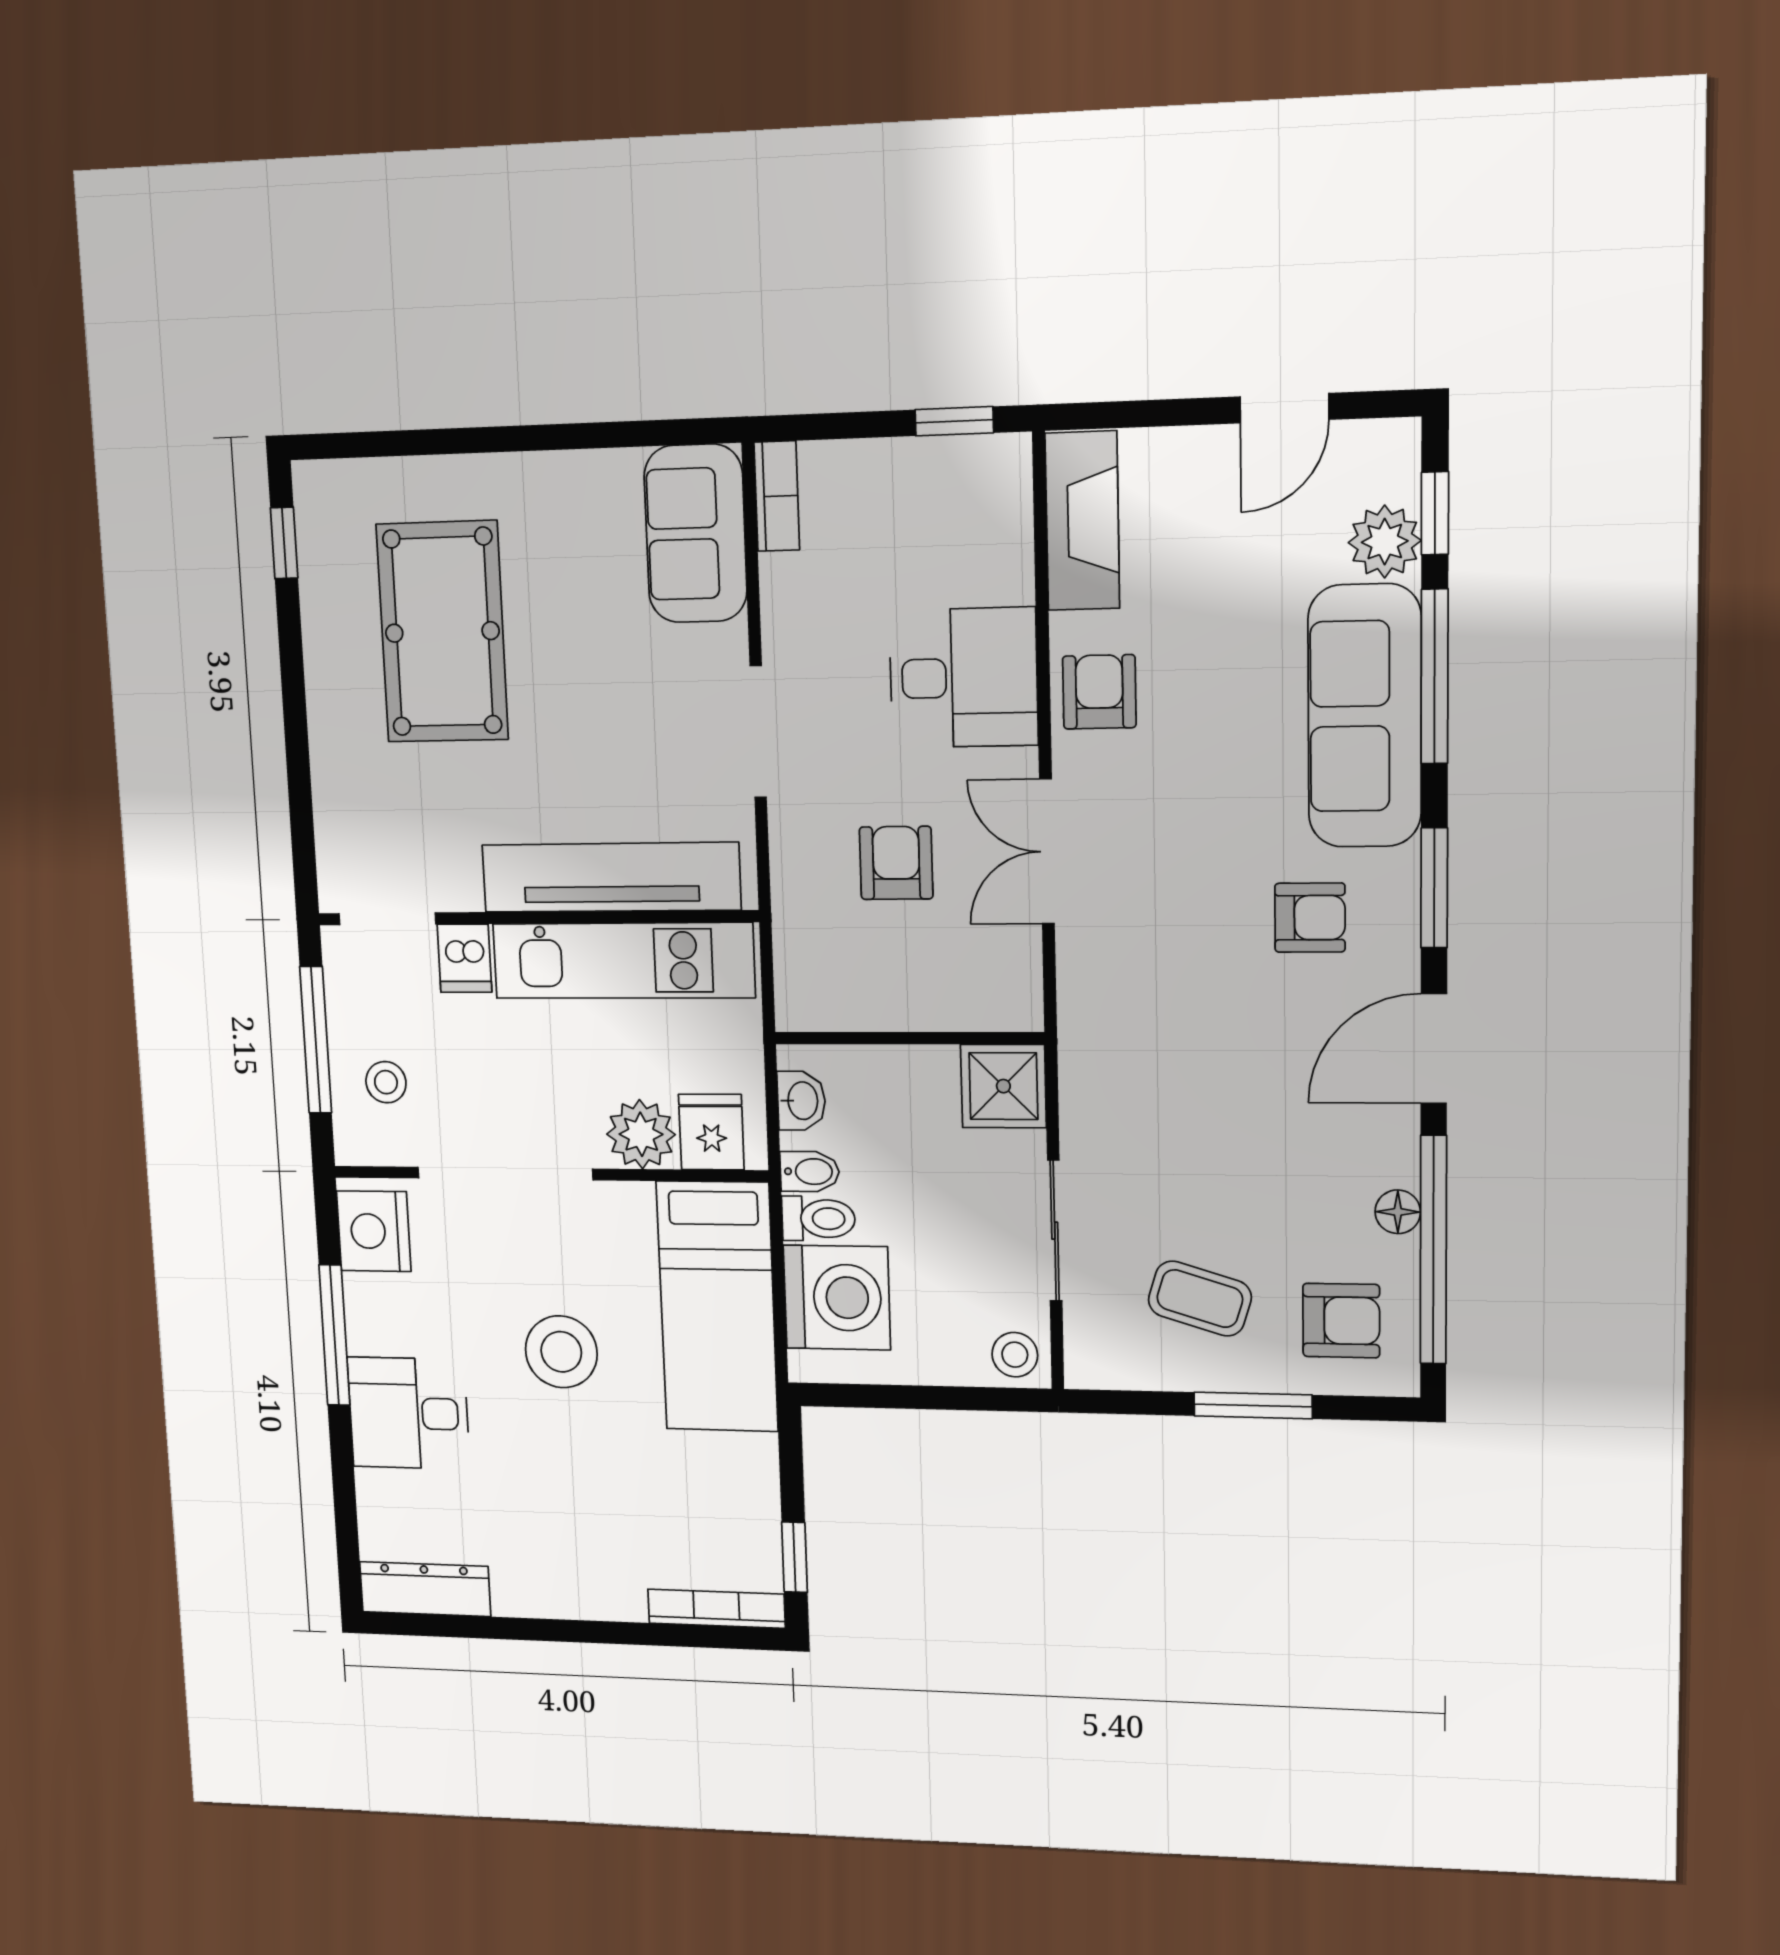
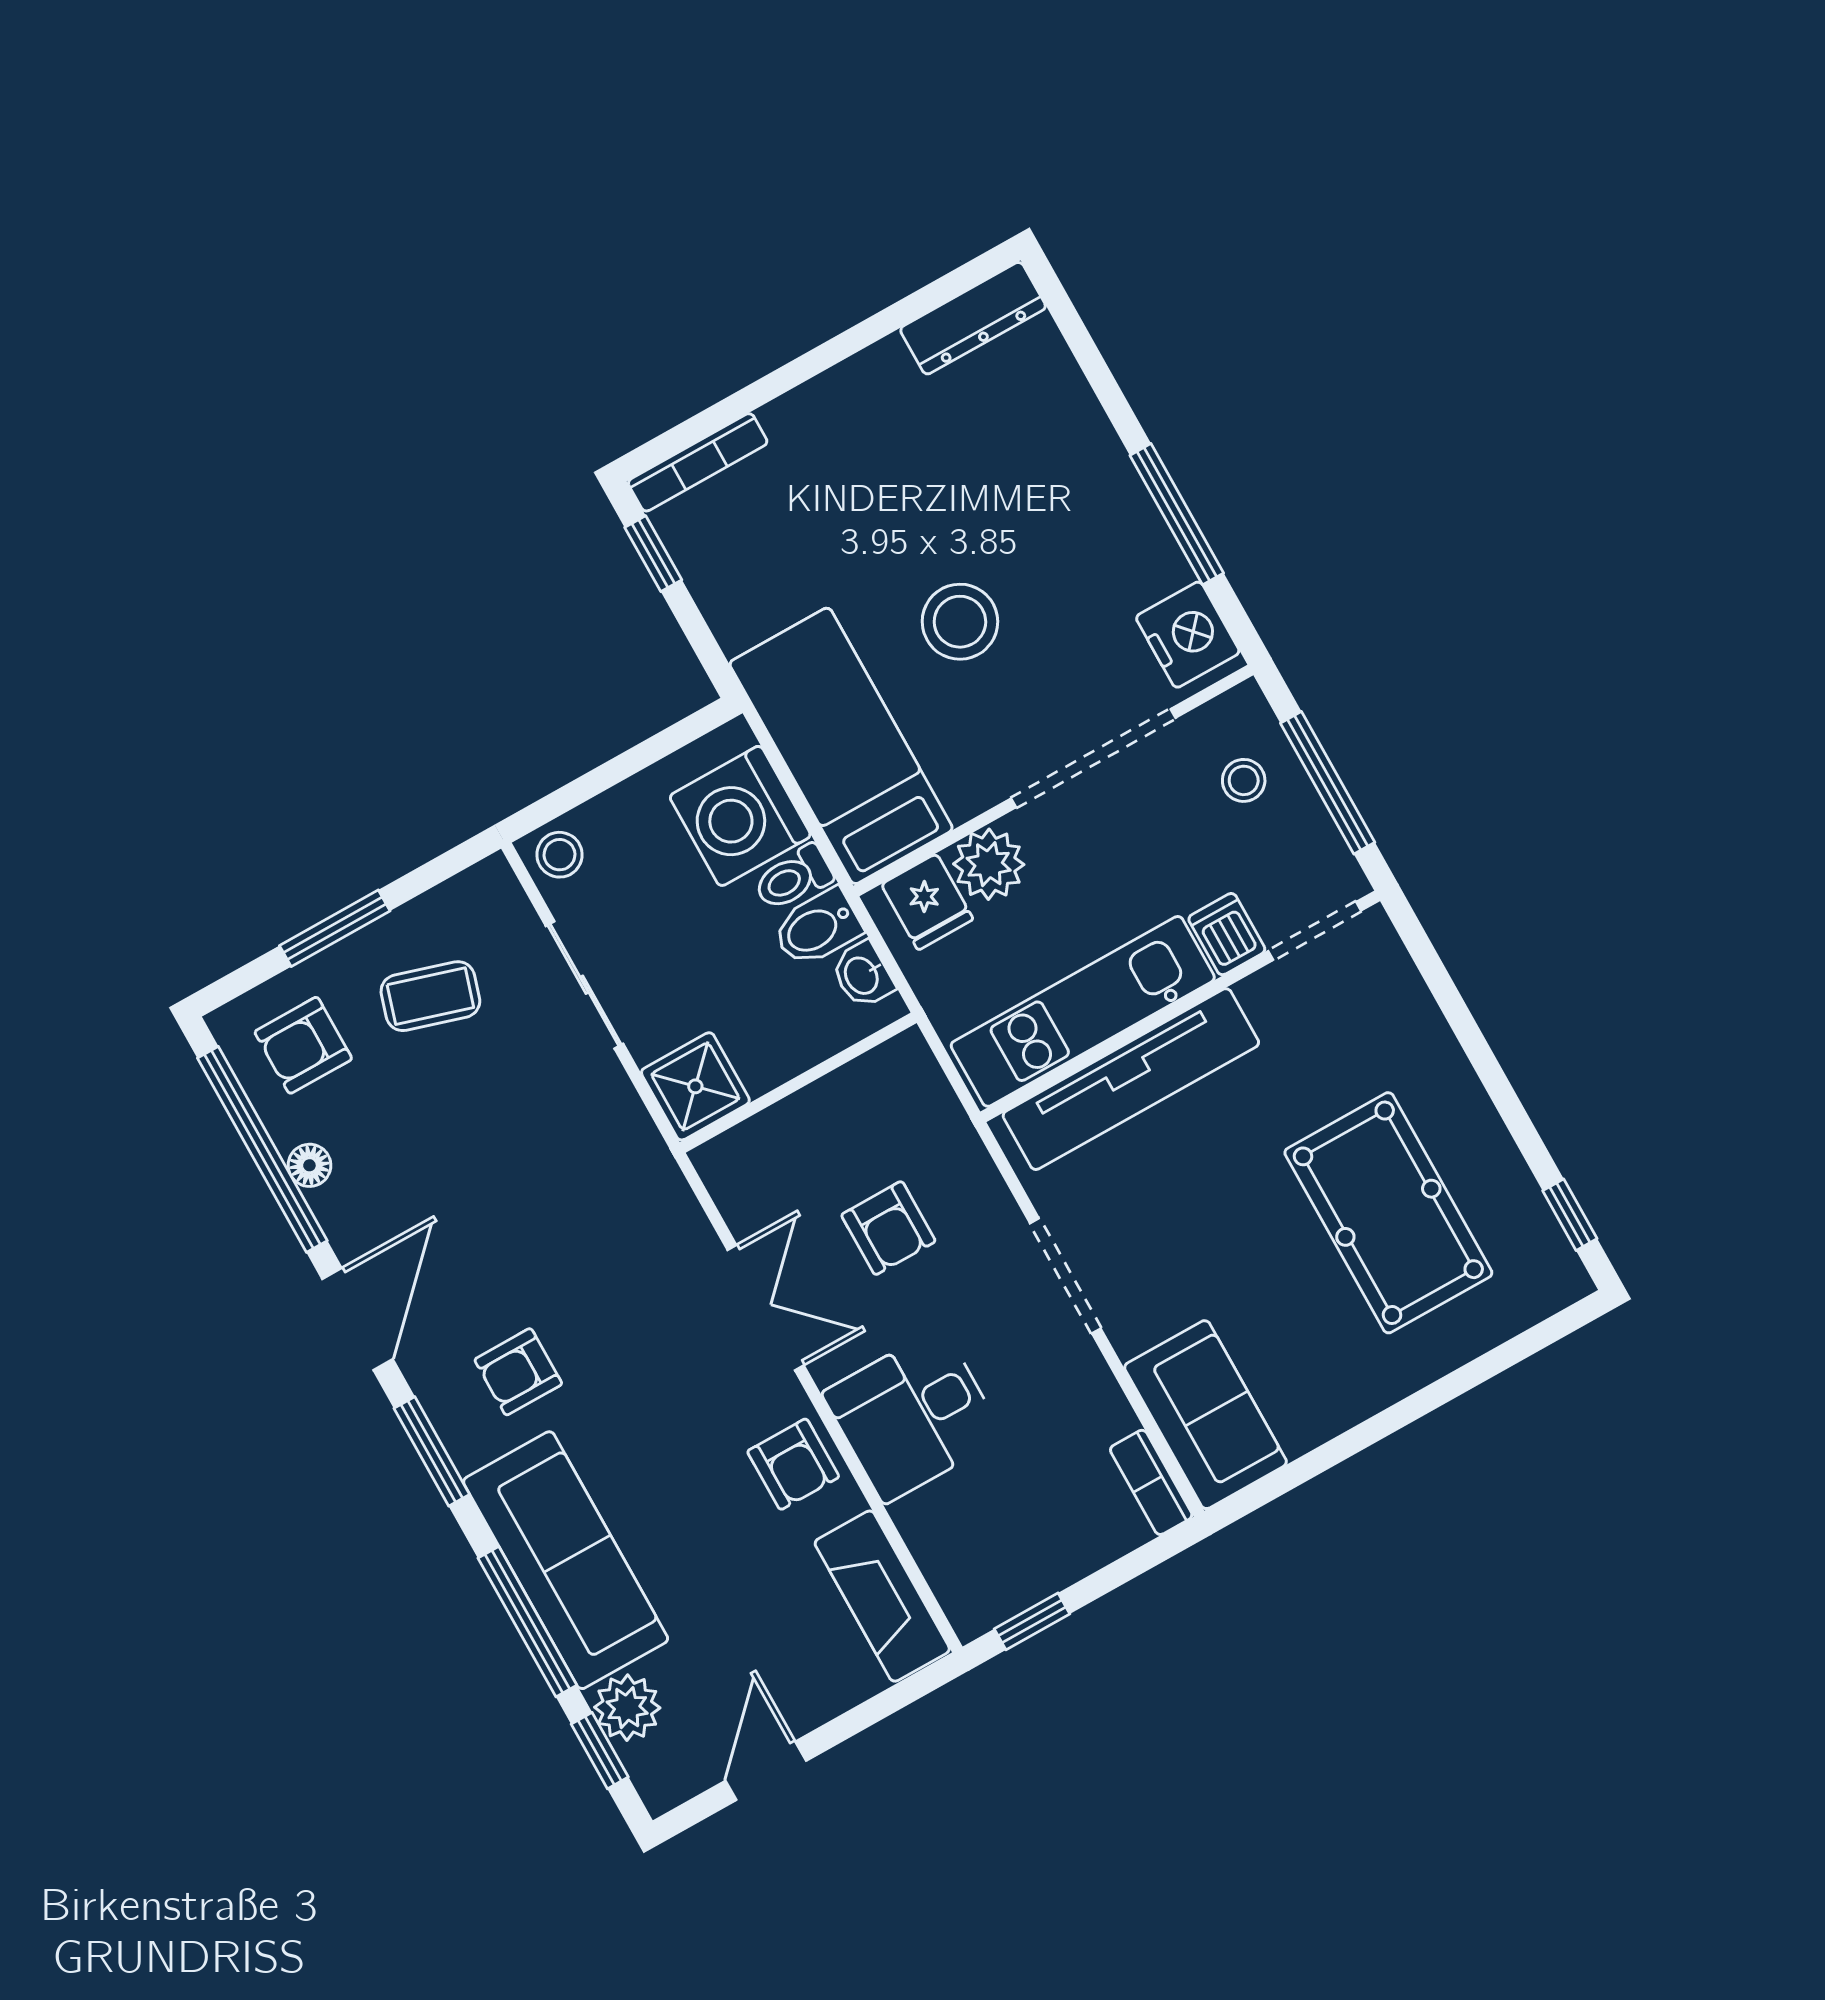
bidet: (810, 1172) -> (817, 928), width x1.38, depth x1.36
desk: (409, 1413) -> (1071, 480), removed

